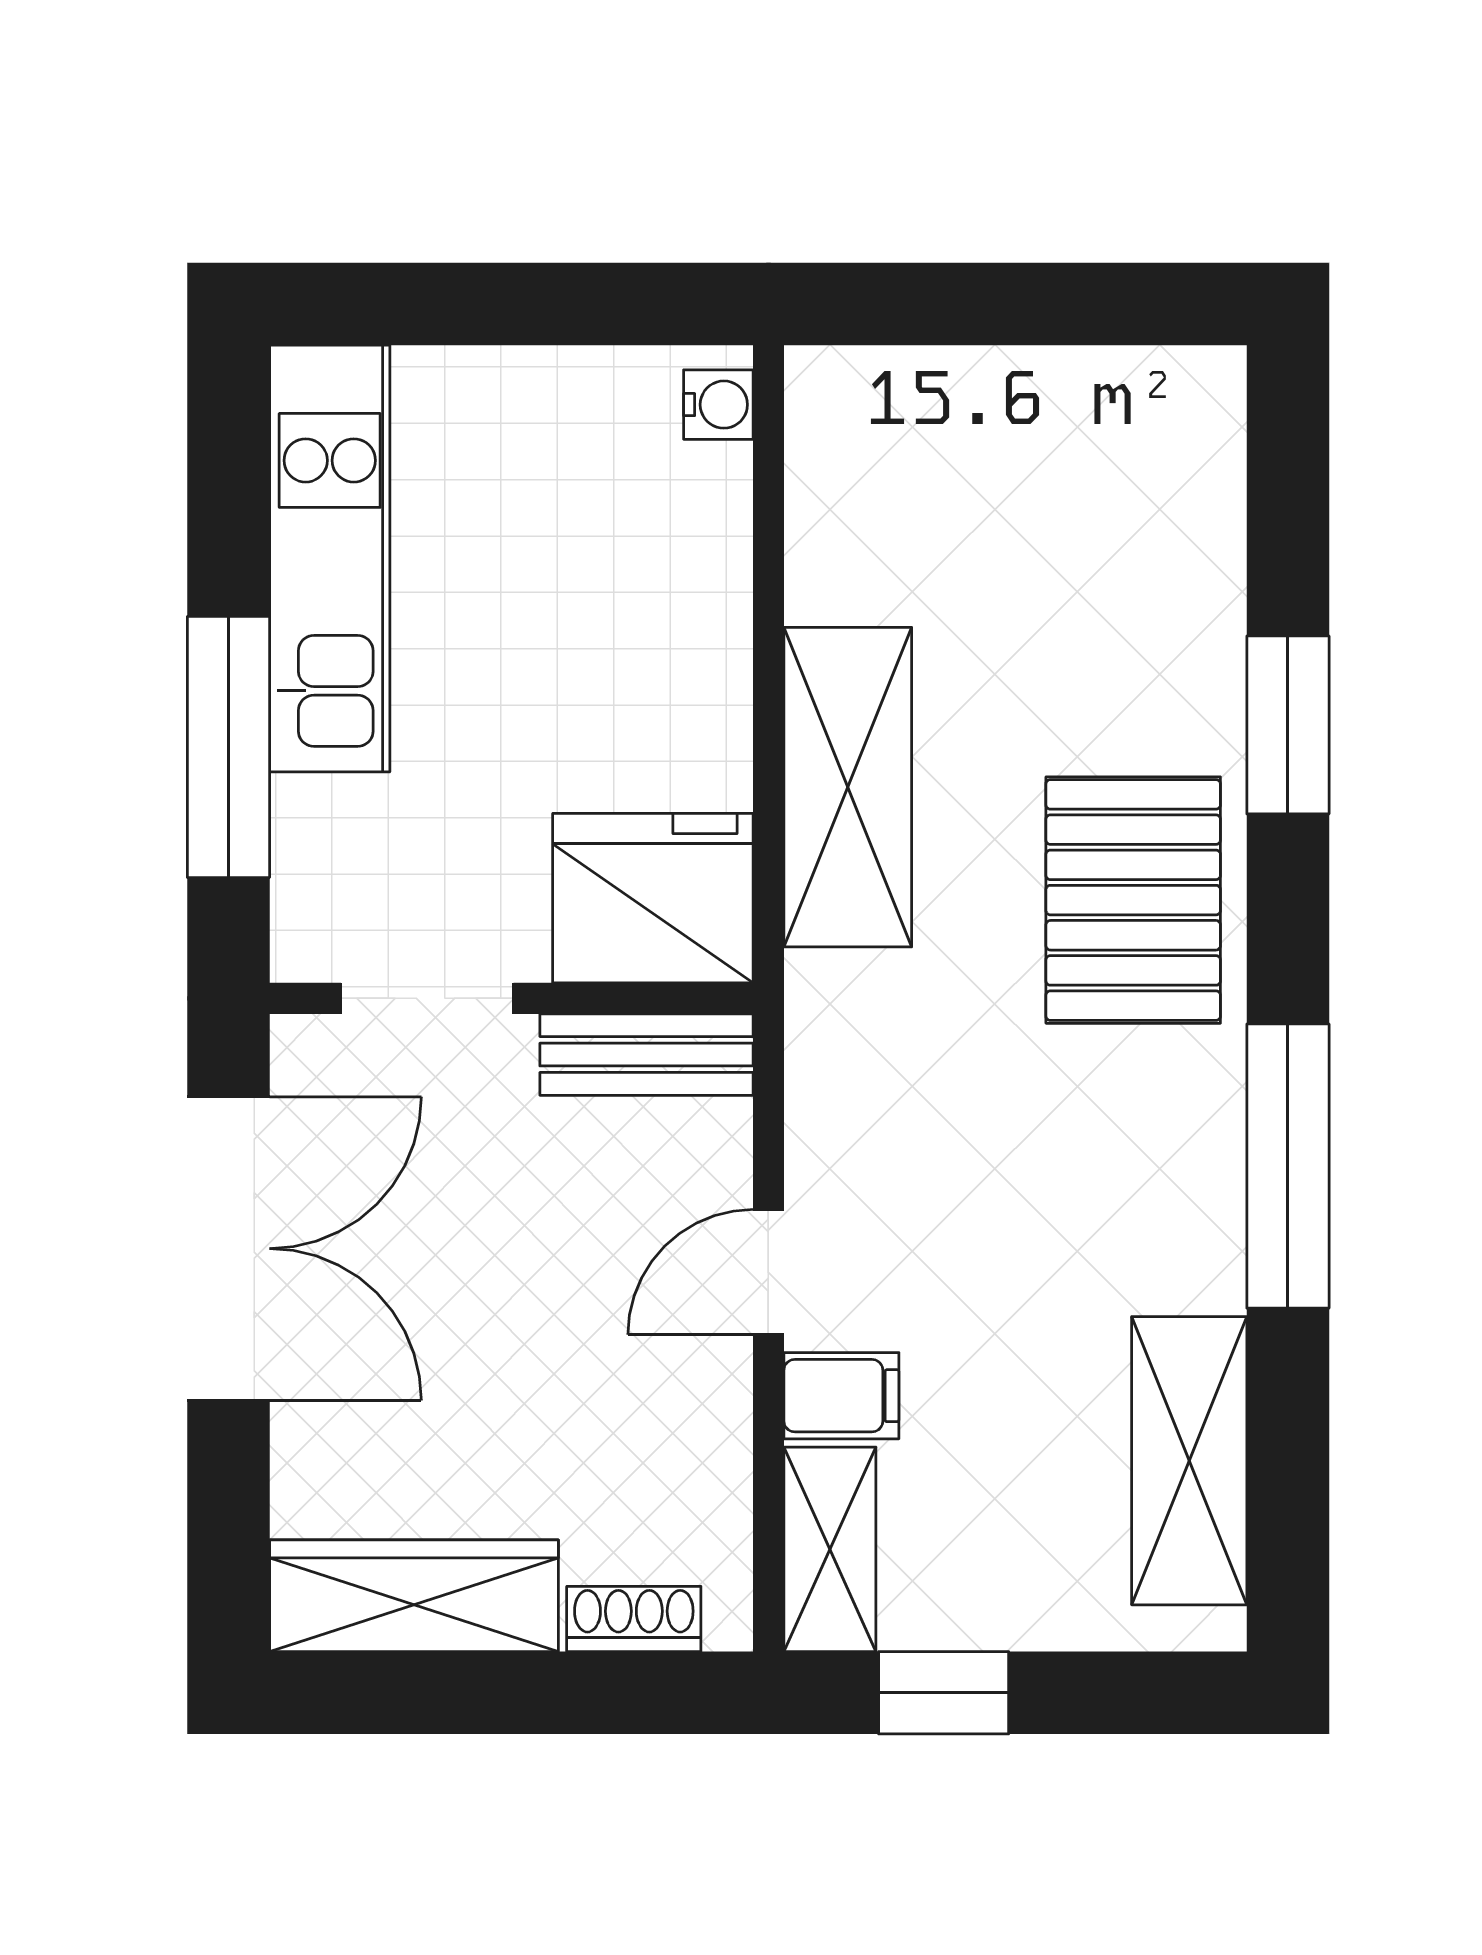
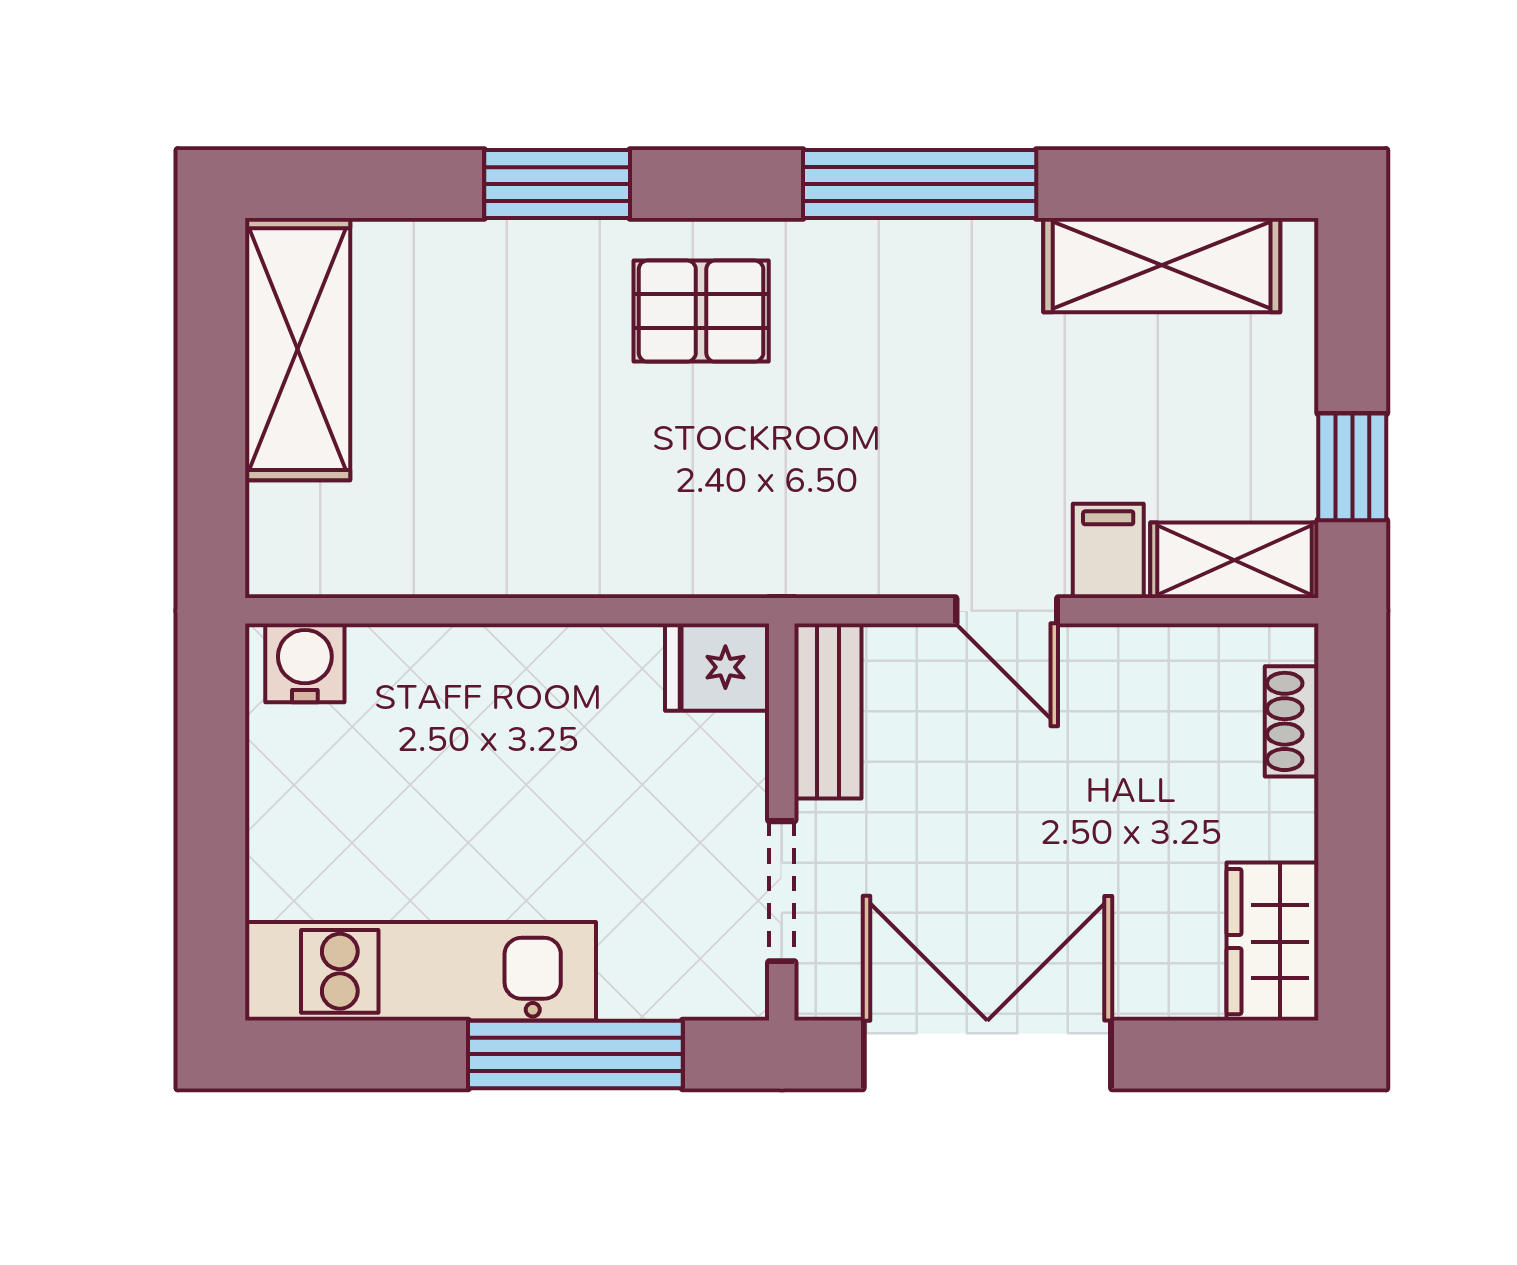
water cooler: (718, 405) -> (305, 663), width x1.38, depth x1.38
shelving: (848, 787) -> (298, 349), moved, turned 90
fridge: (653, 898) -> (717, 667), width x0.53, depth x0.75
pallet: (1133, 900) -> (701, 311), width x0.67, depth x0.71
wardrobe: (414, 1596) -> (1273, 942), width x0.67

